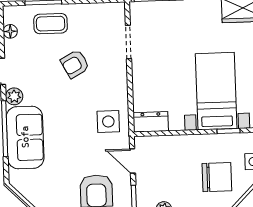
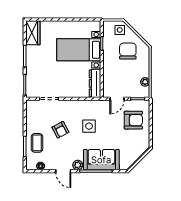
side table: (108, 121) -> (89, 126), moved
dresser: (151, 122) -> (95, 83), width x1.44

